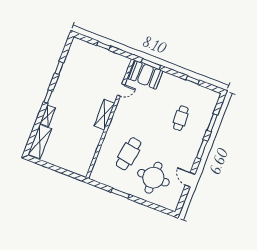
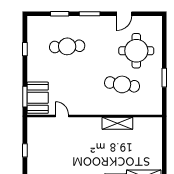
shelving: (104, 115) -> (117, 123), moved
cafe table: (181, 118) -> (67, 46), width x1.37, depth x1.35

